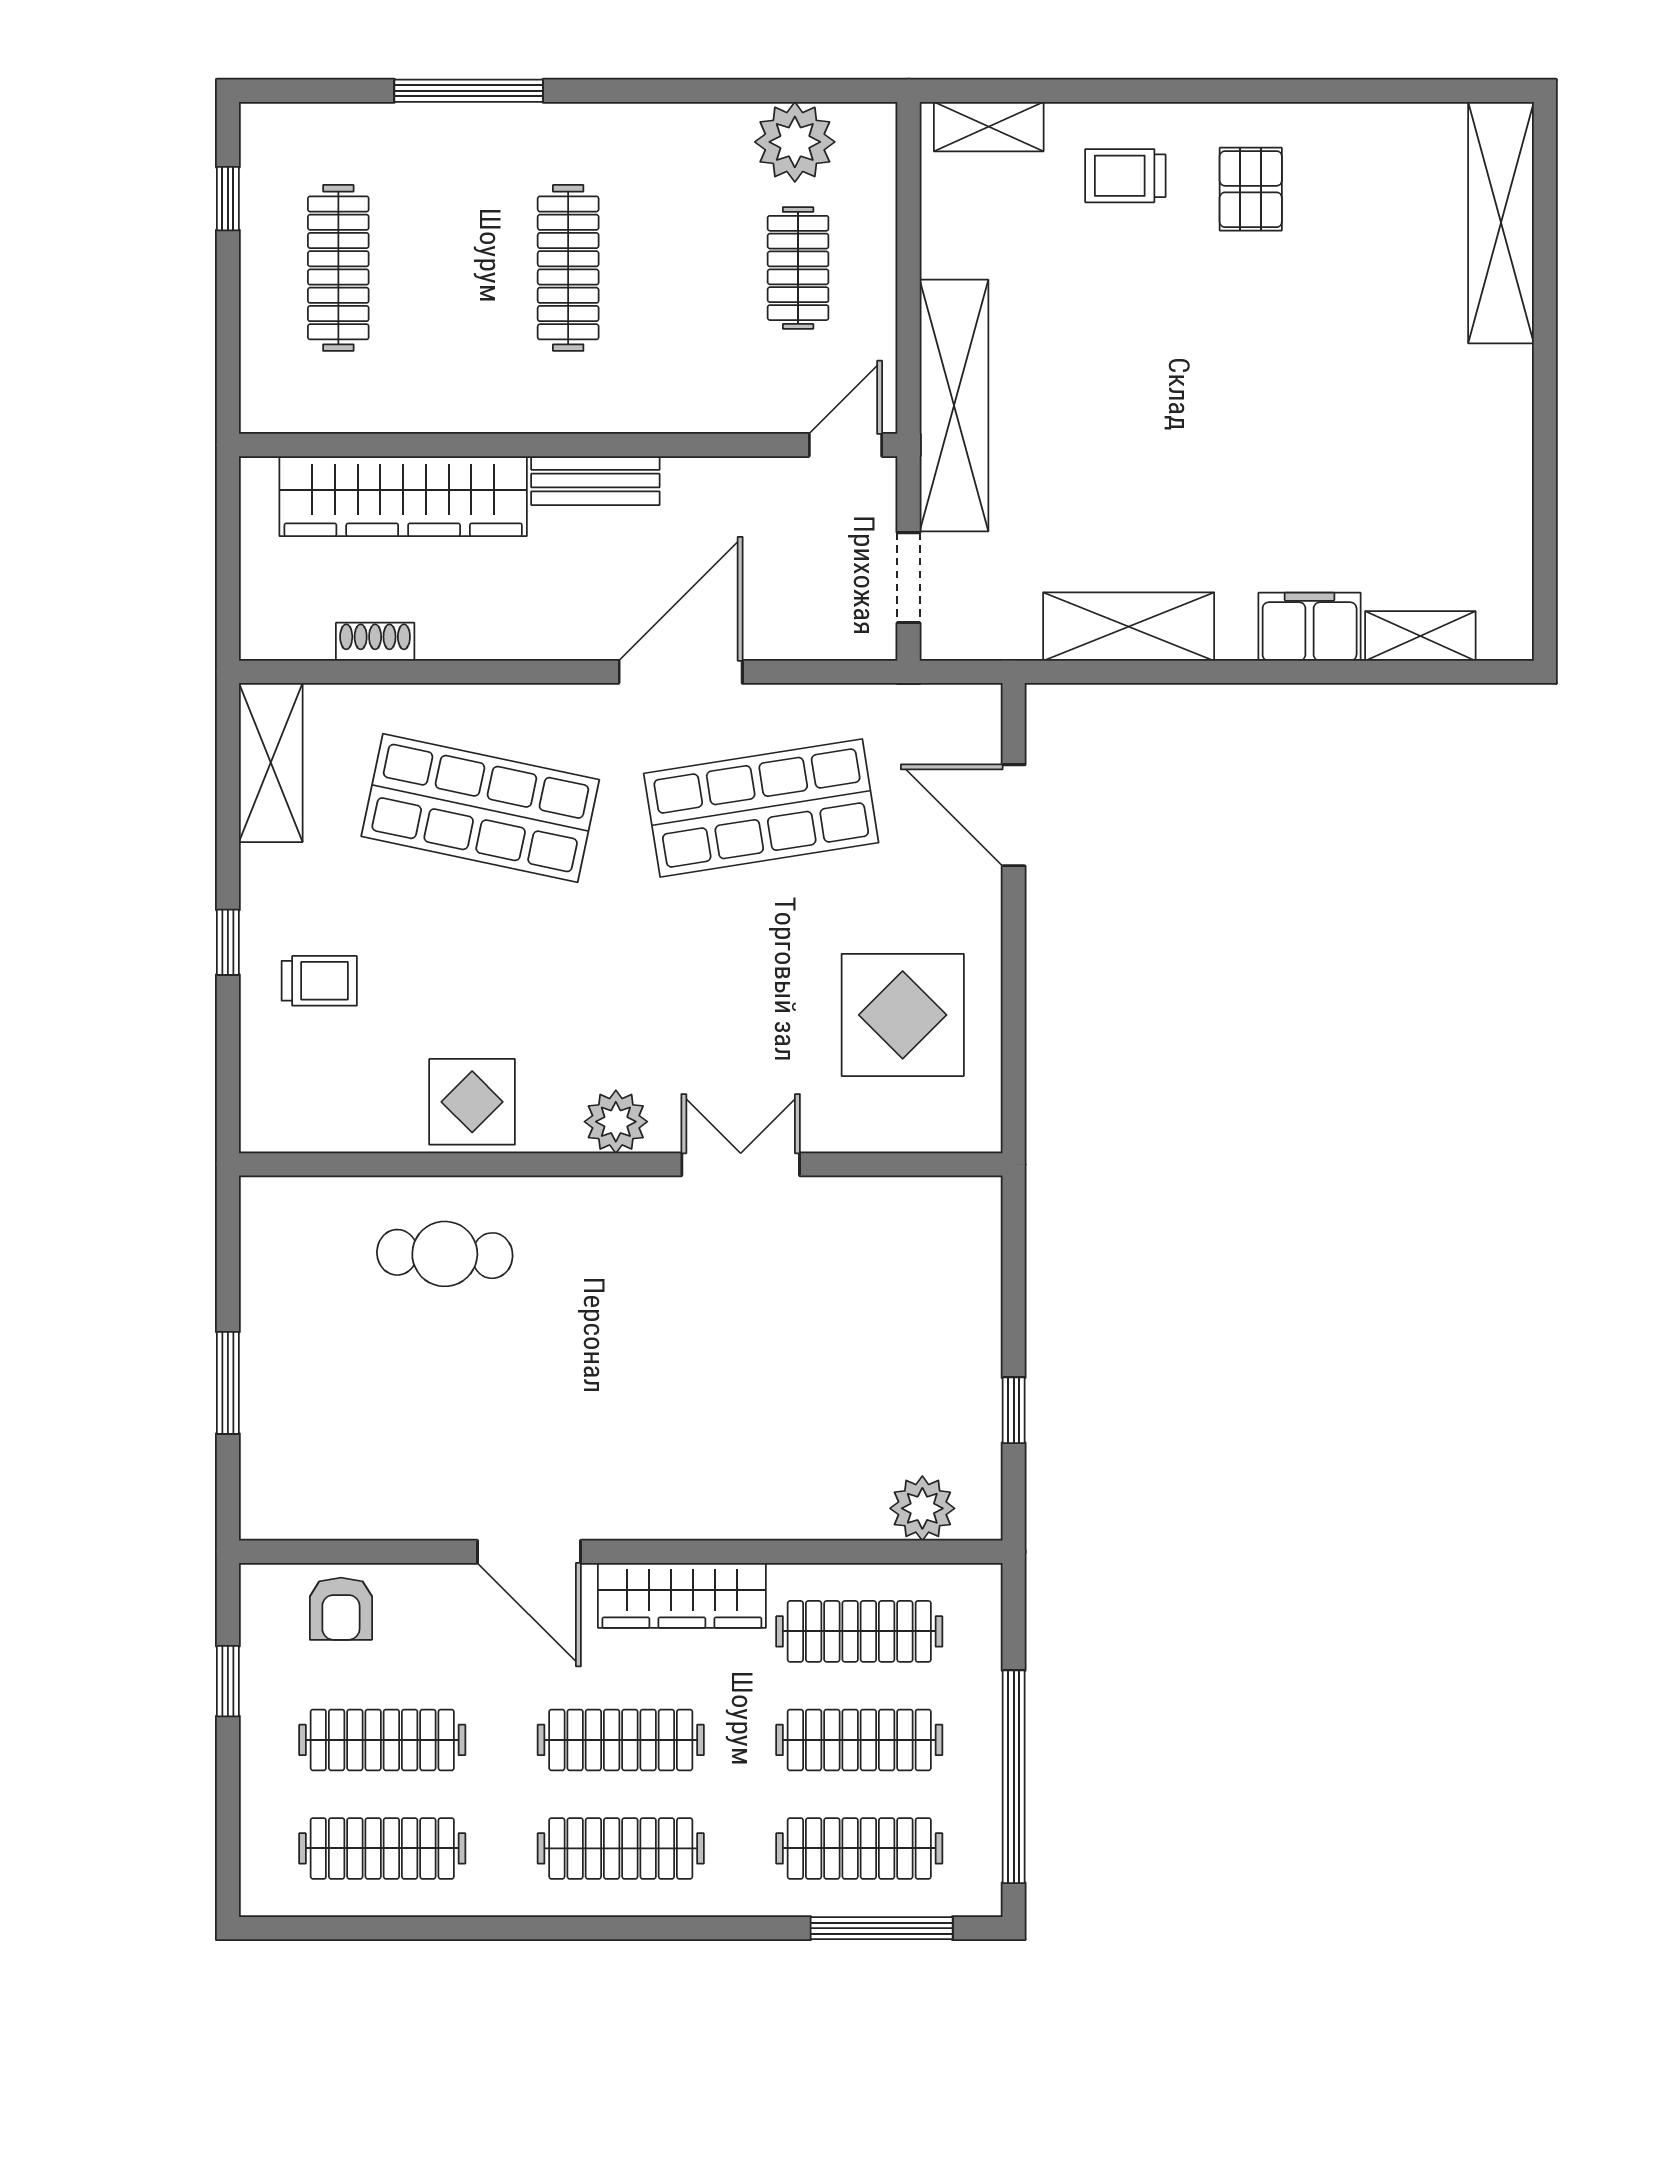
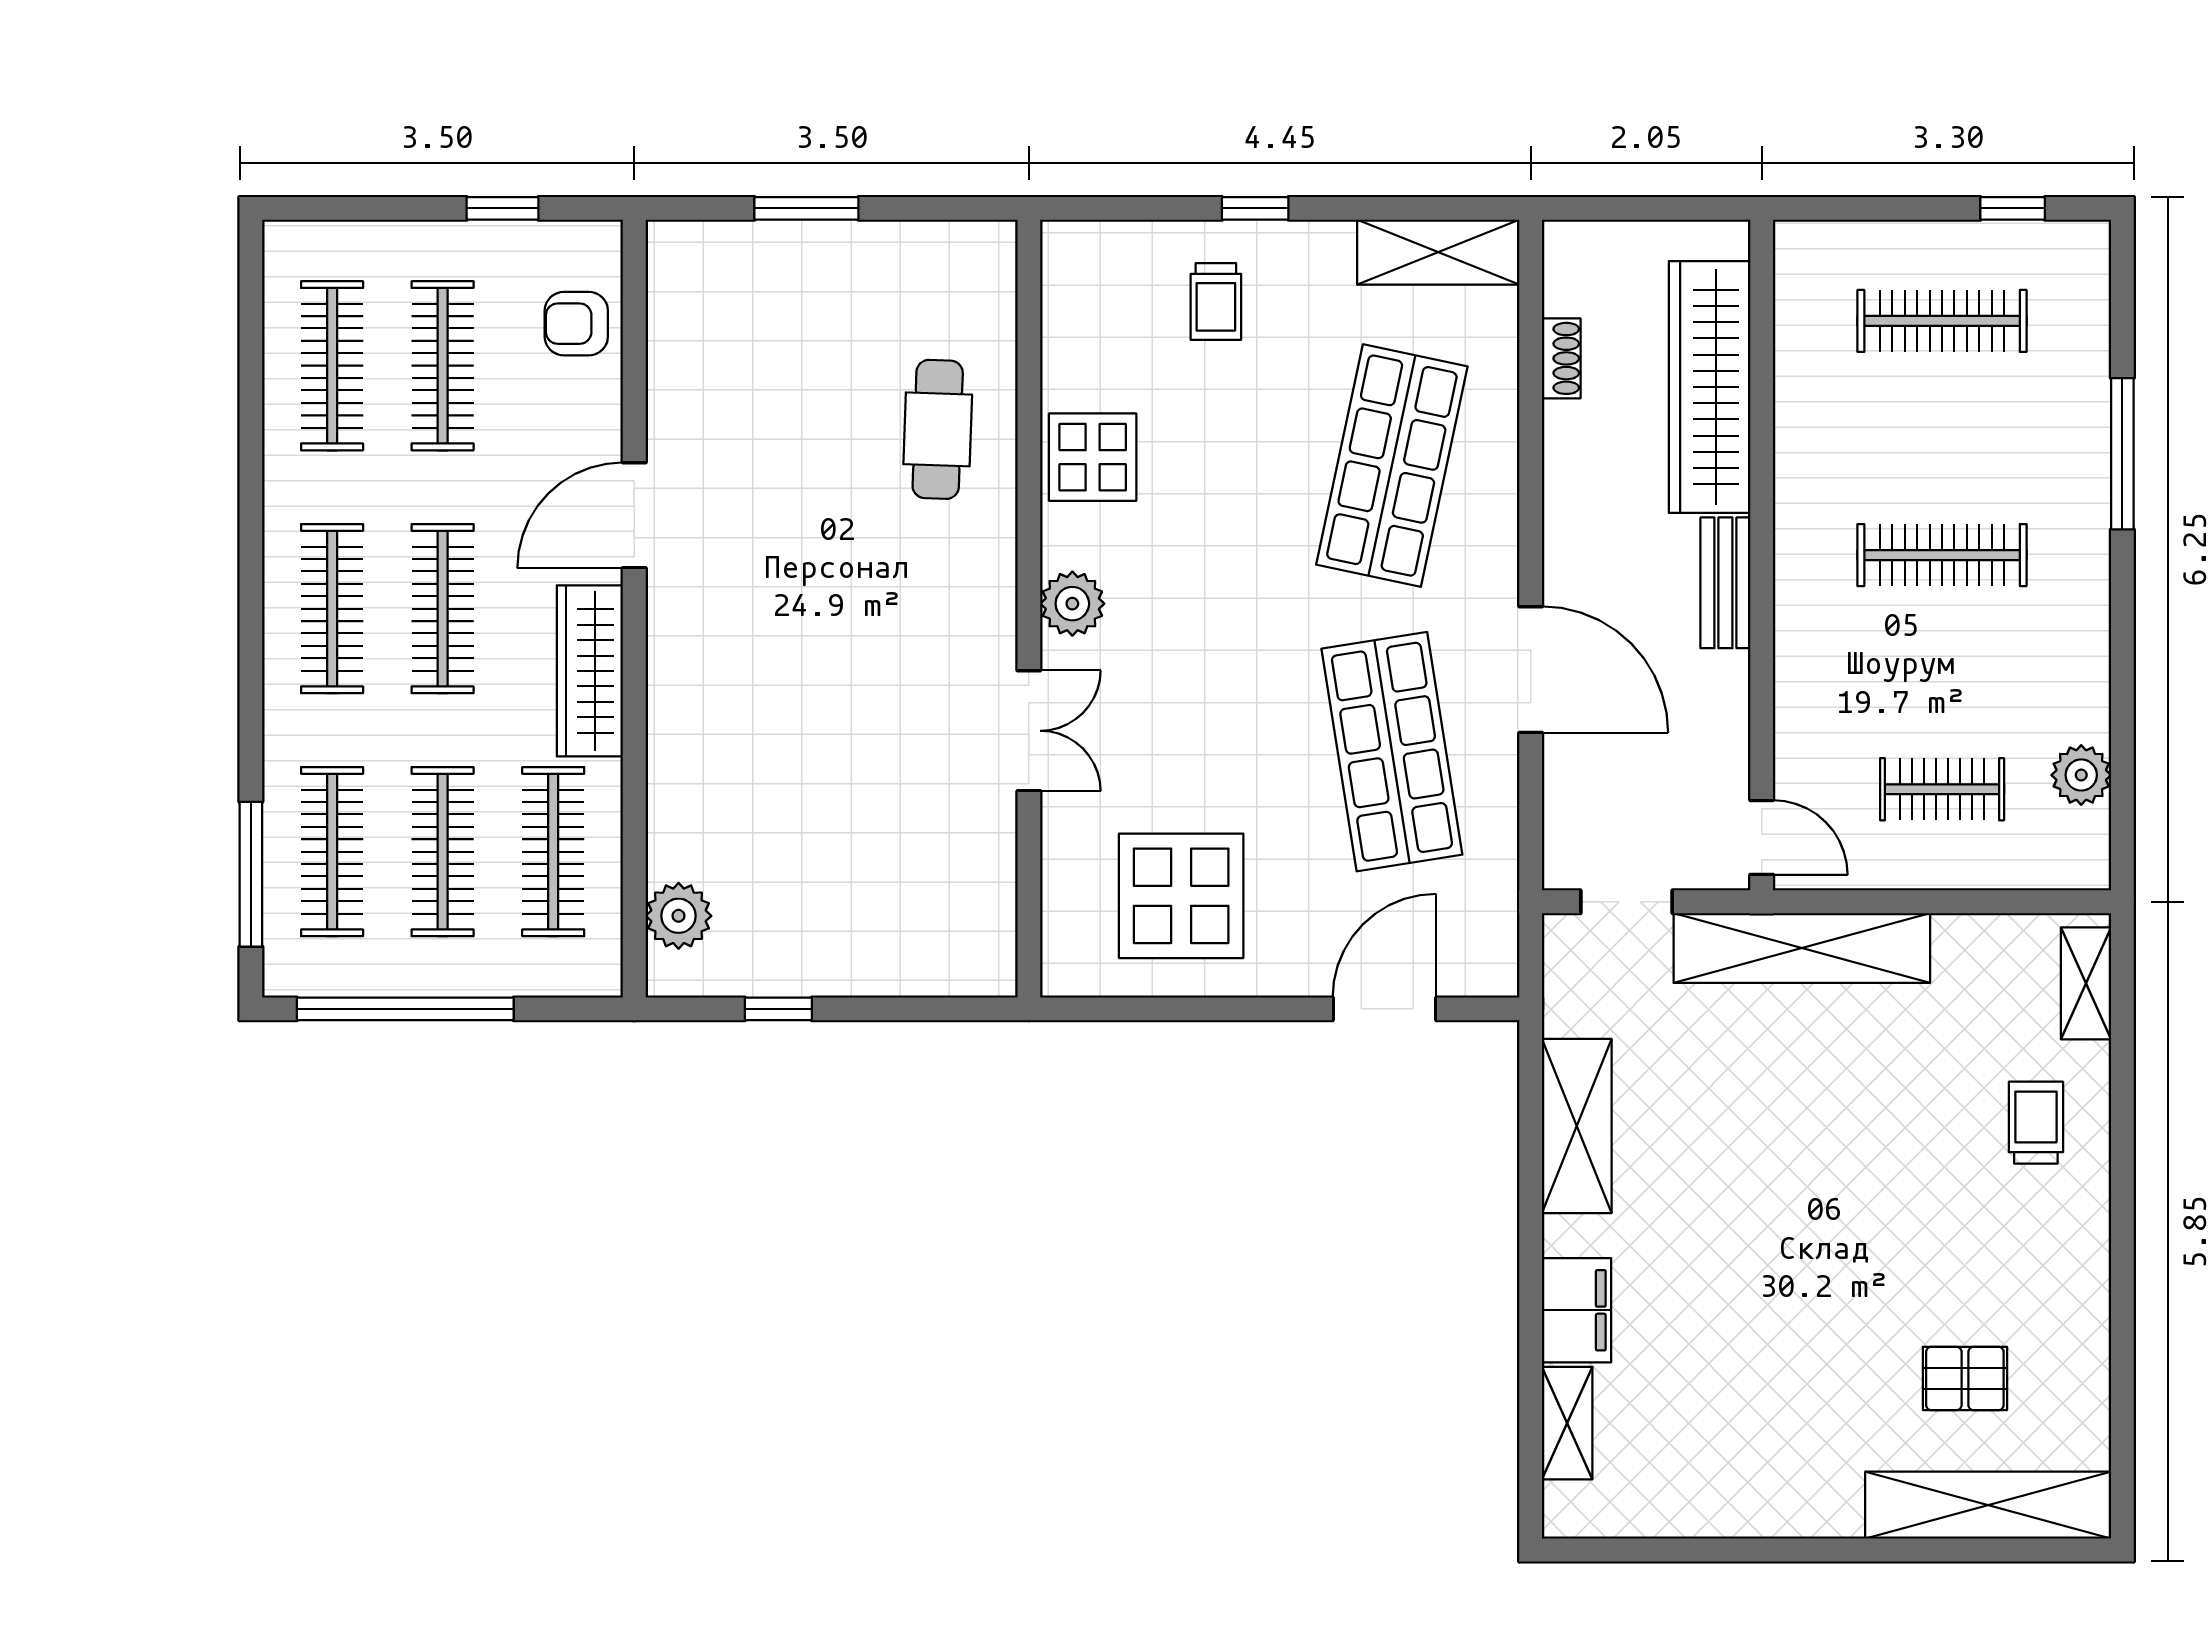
plant: (795, 142) -> (2081, 775), width x0.73, depth x0.73
pallet: (1251, 189) -> (1965, 1378), moved

